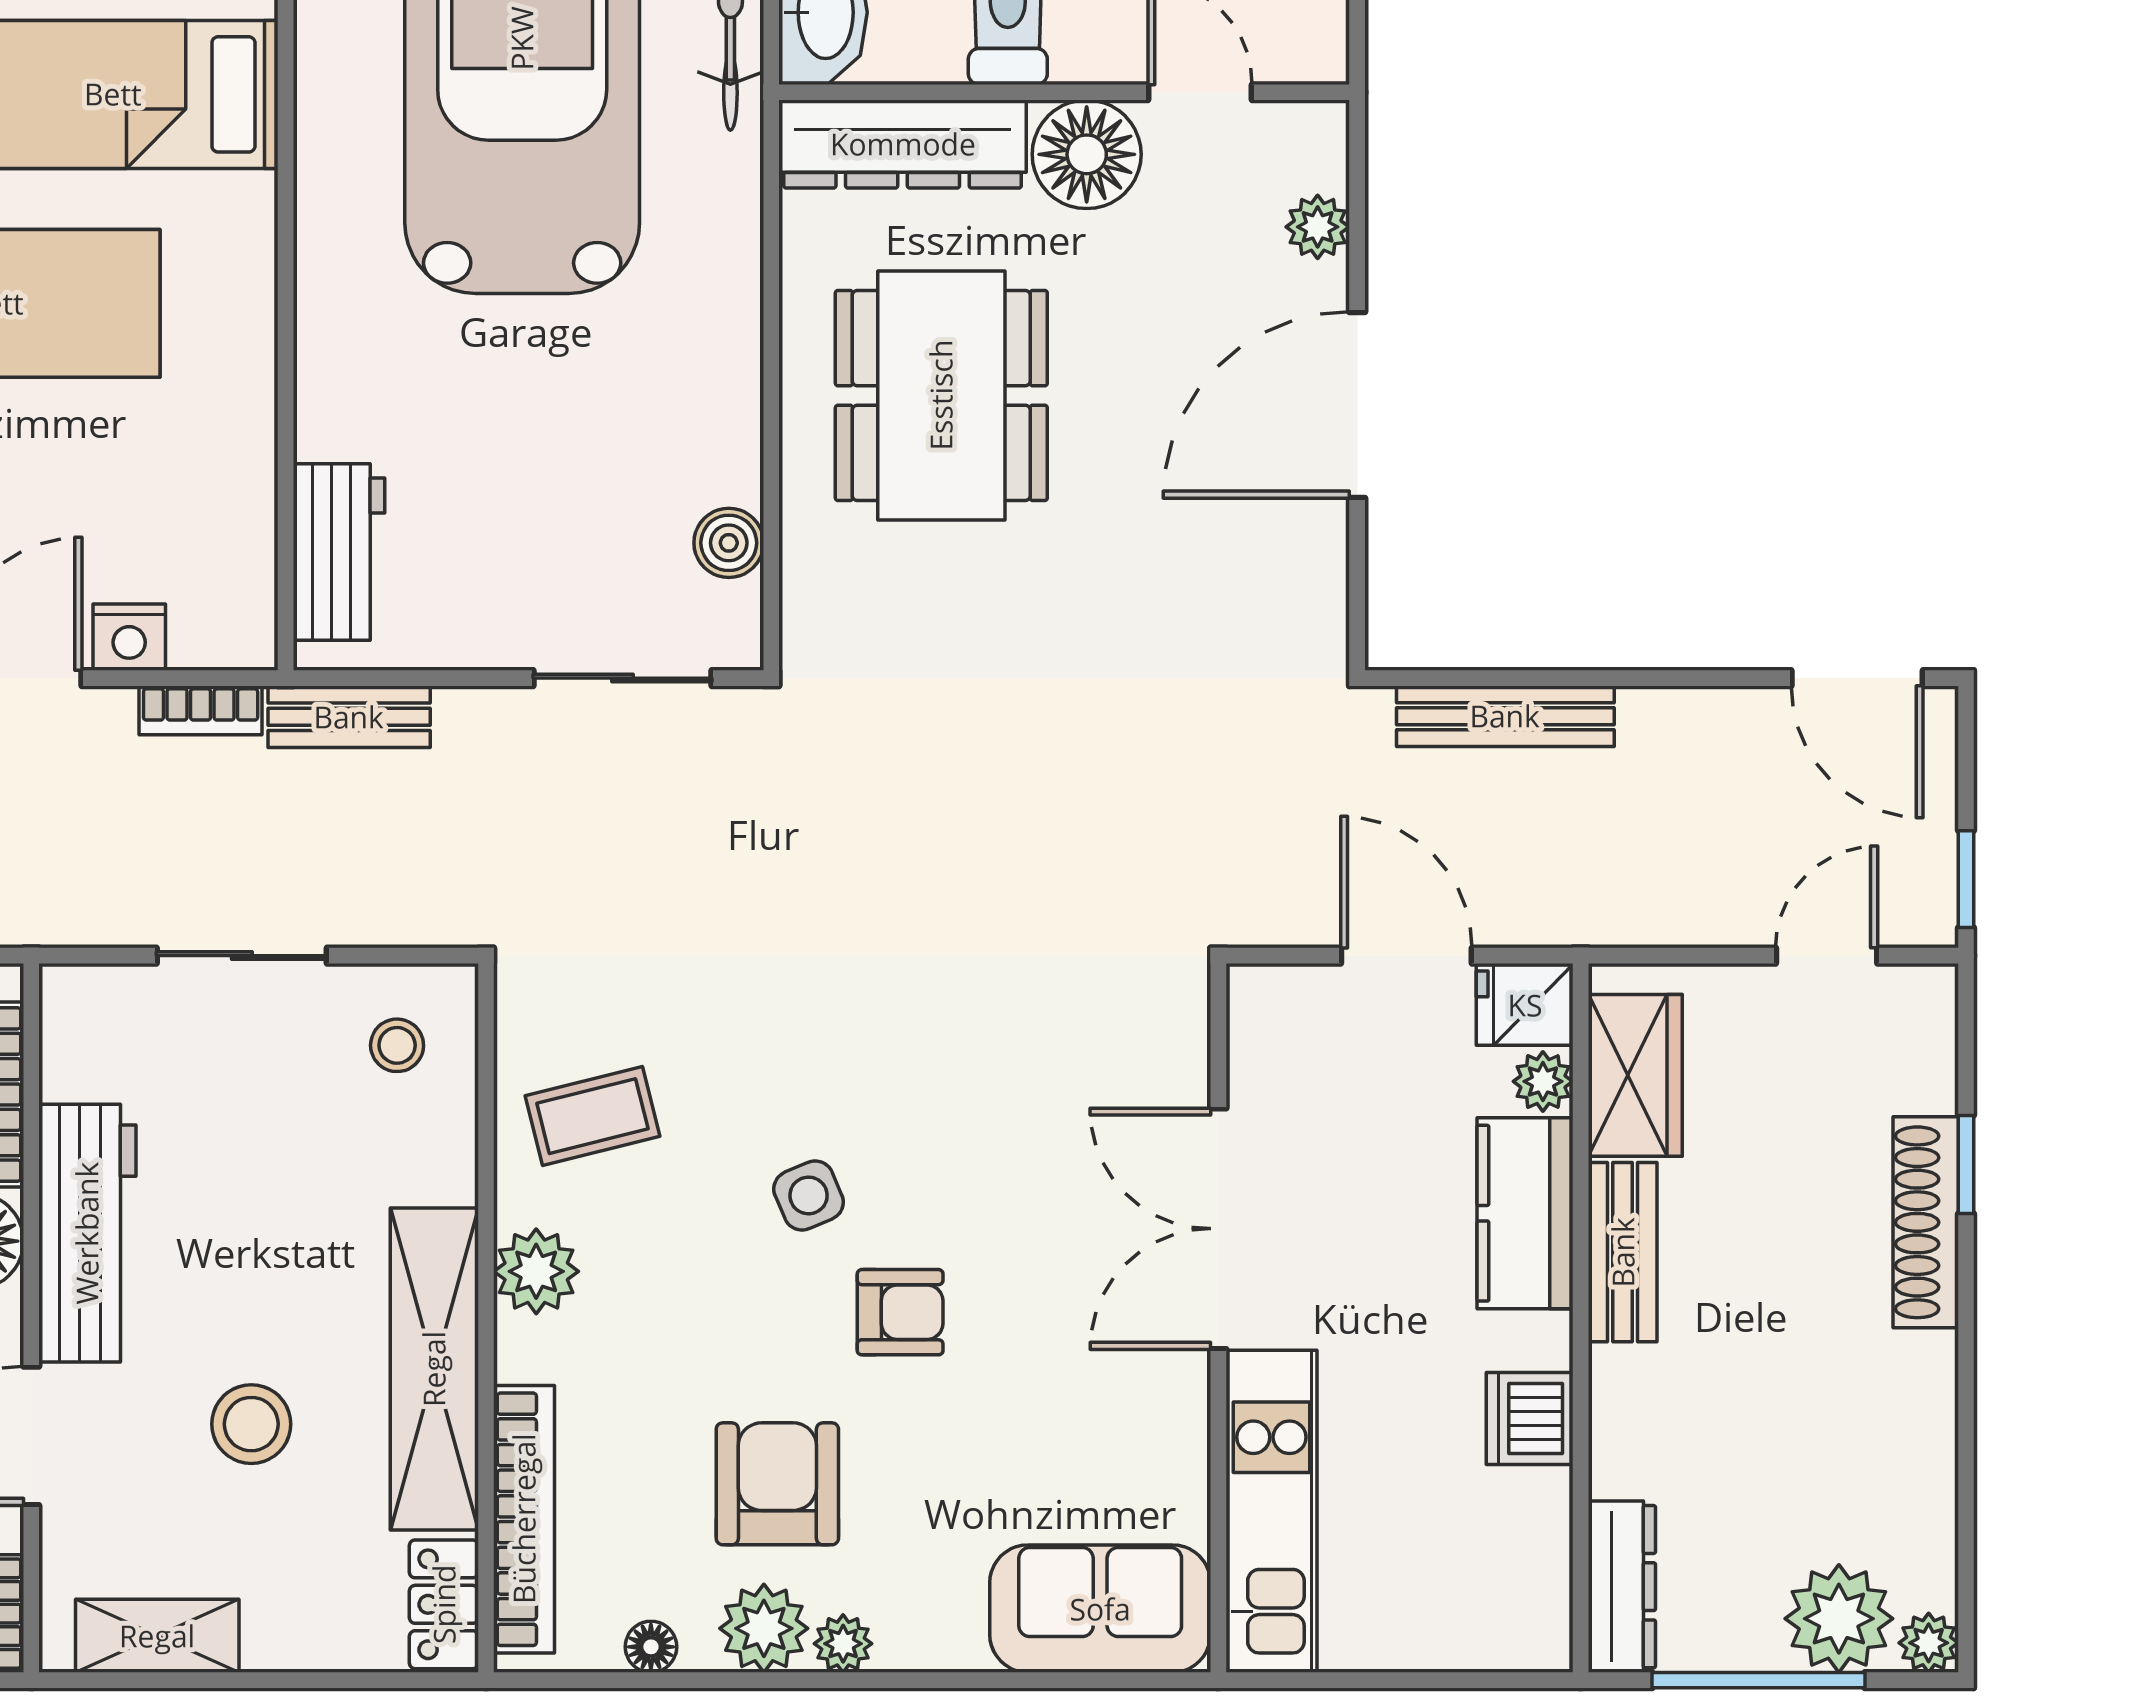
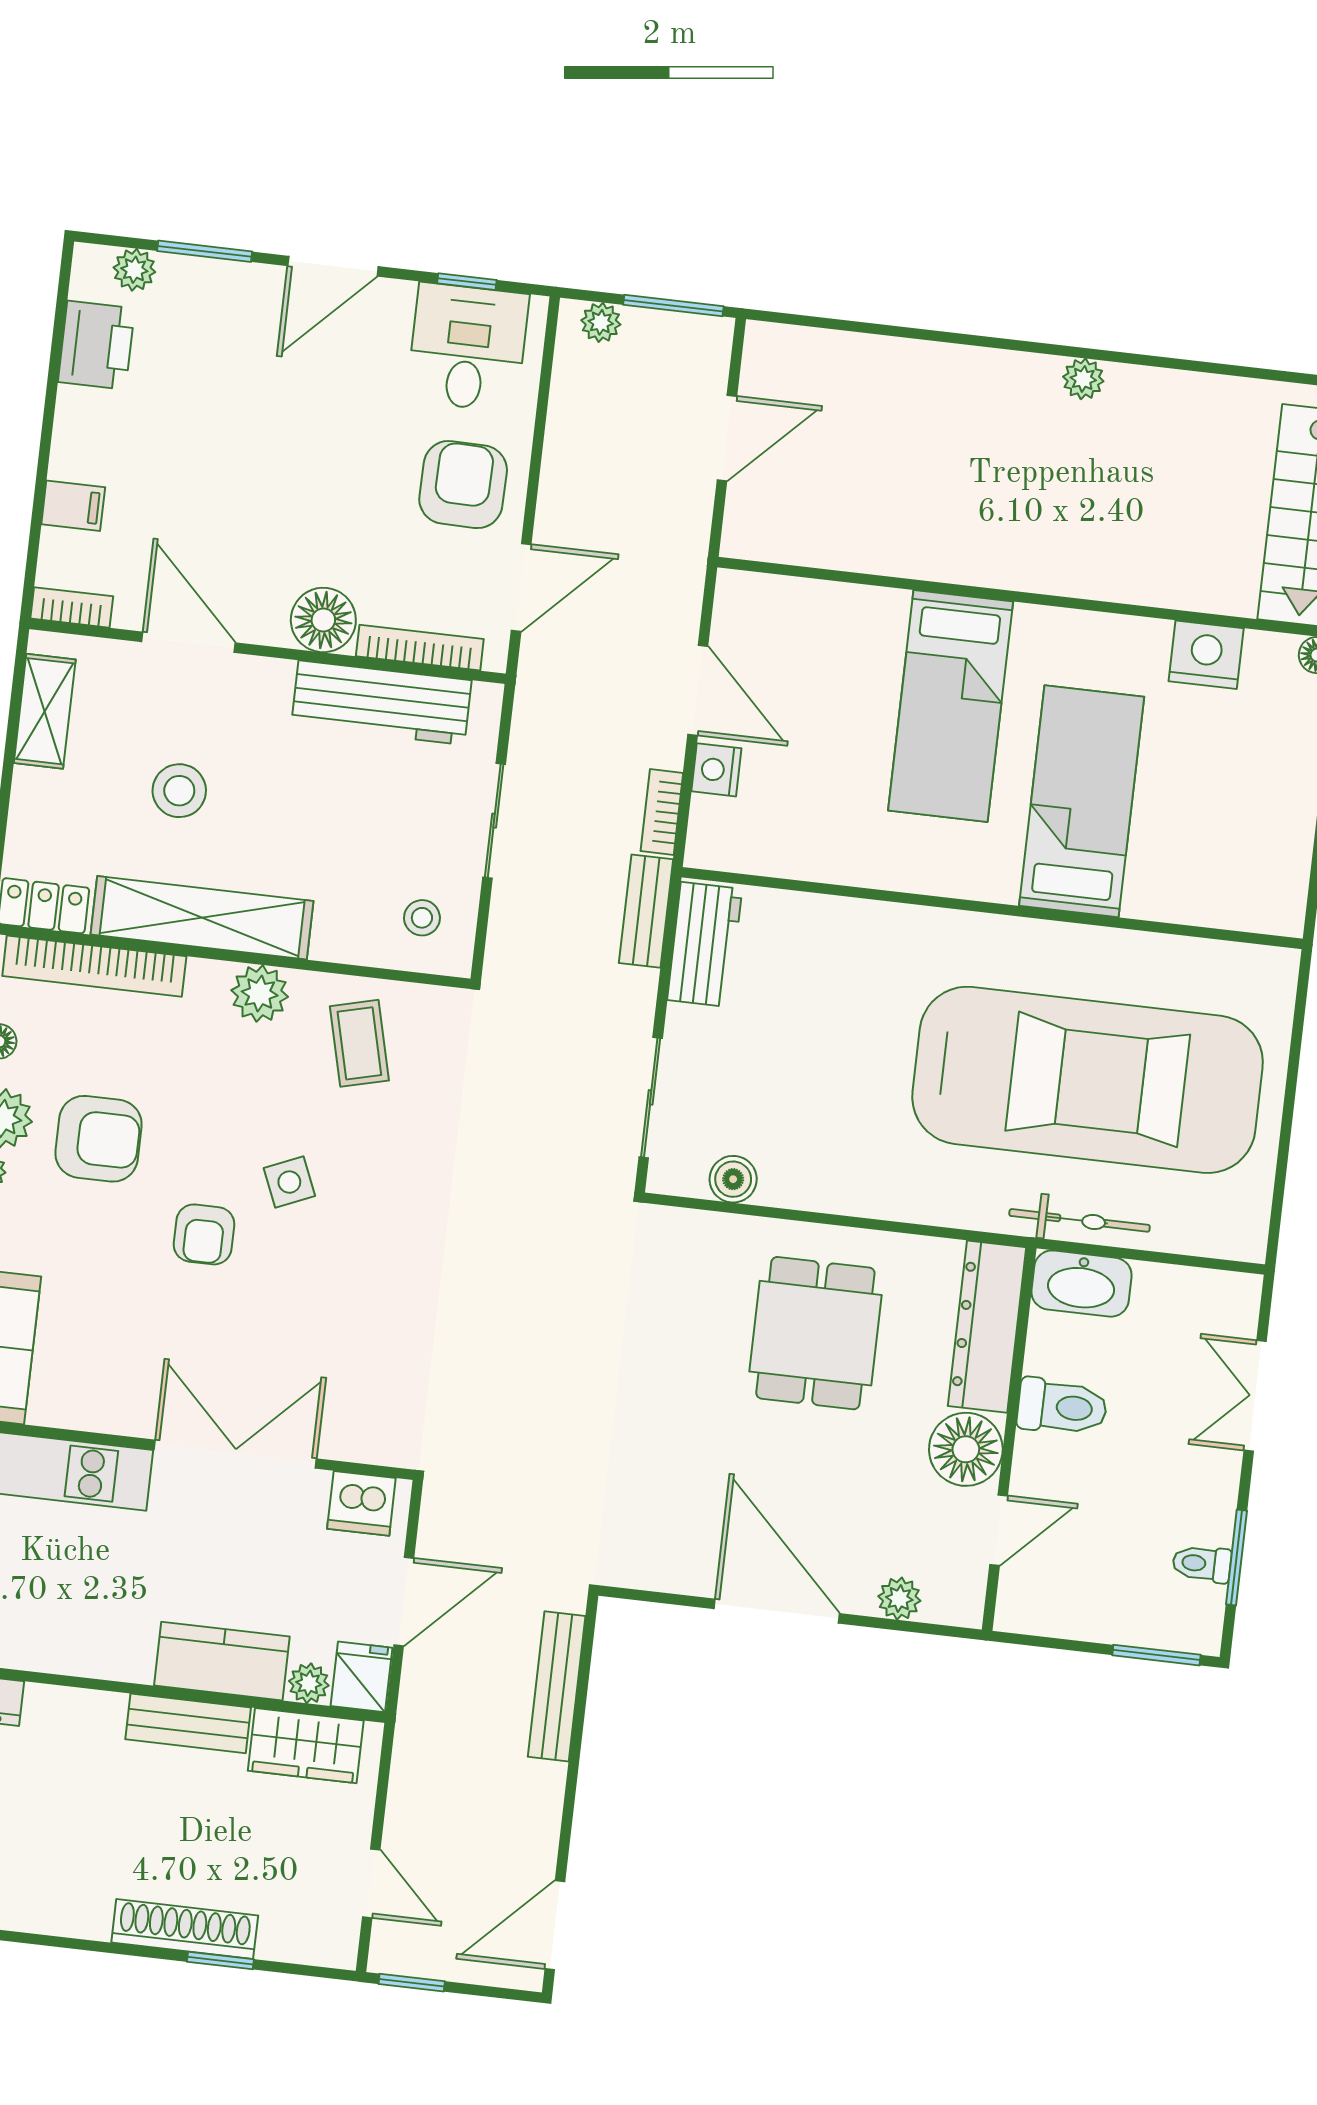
dining table: (941, 395) -> (815, 1333), width x0.73
workbench: (339, 552) -> (705, 944), moved, turned -90
workbench: (87, 1233) -> (381, 703), moved
dishwasher: (1530, 1419) -> (361, 1503), moved, turned 180

